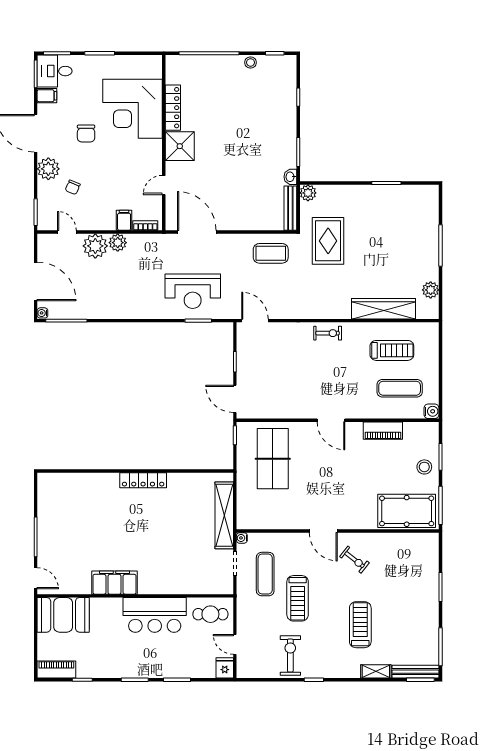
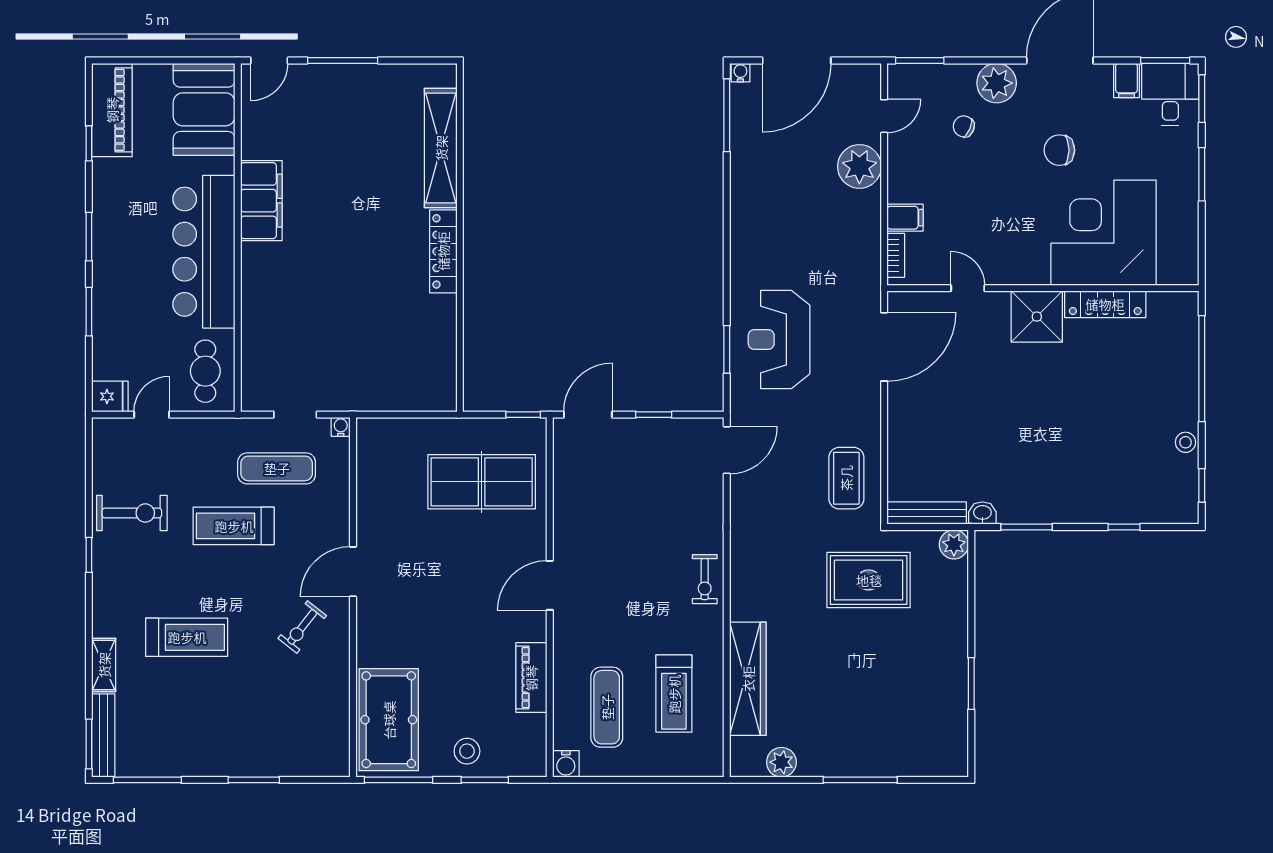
plant: (118, 243) -> (866, 206), removed
shelving: (224, 515) -> (441, 148), moved, turned 90
bar counter: (155, 615) -> (204, 252), width x1.36
piano: (56, 670) -> (112, 110), width x1.37, depth x1.33

